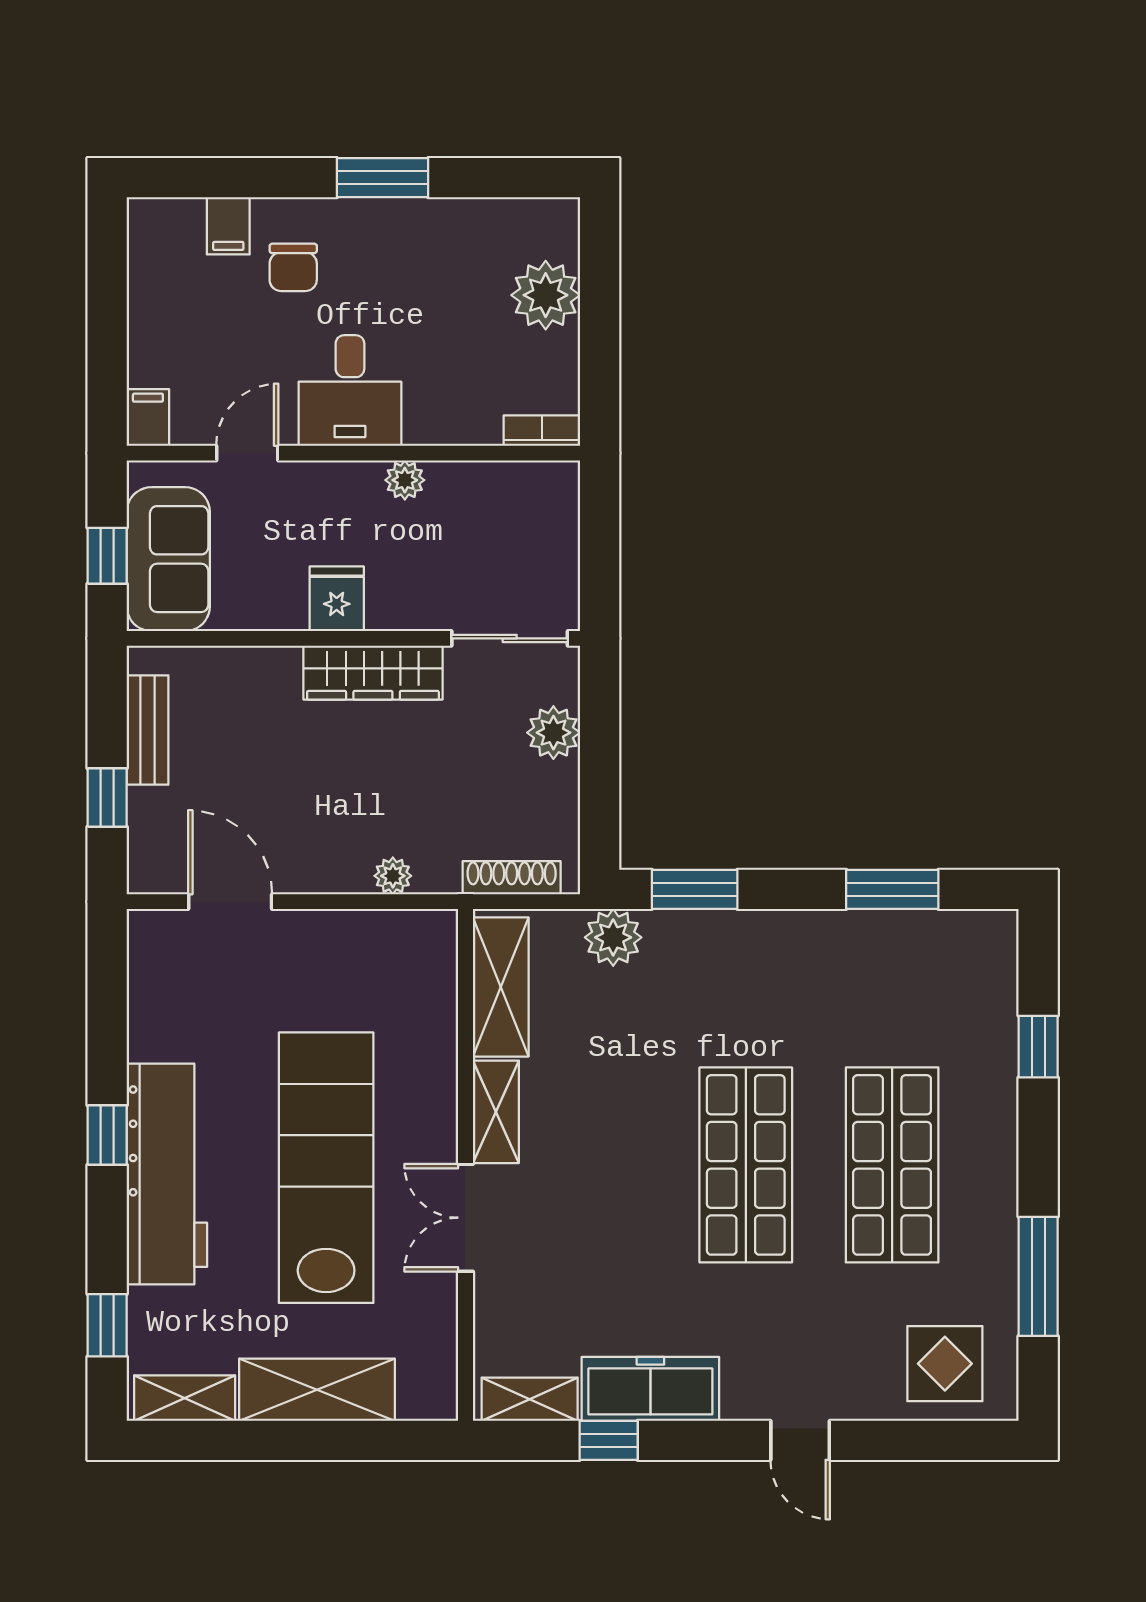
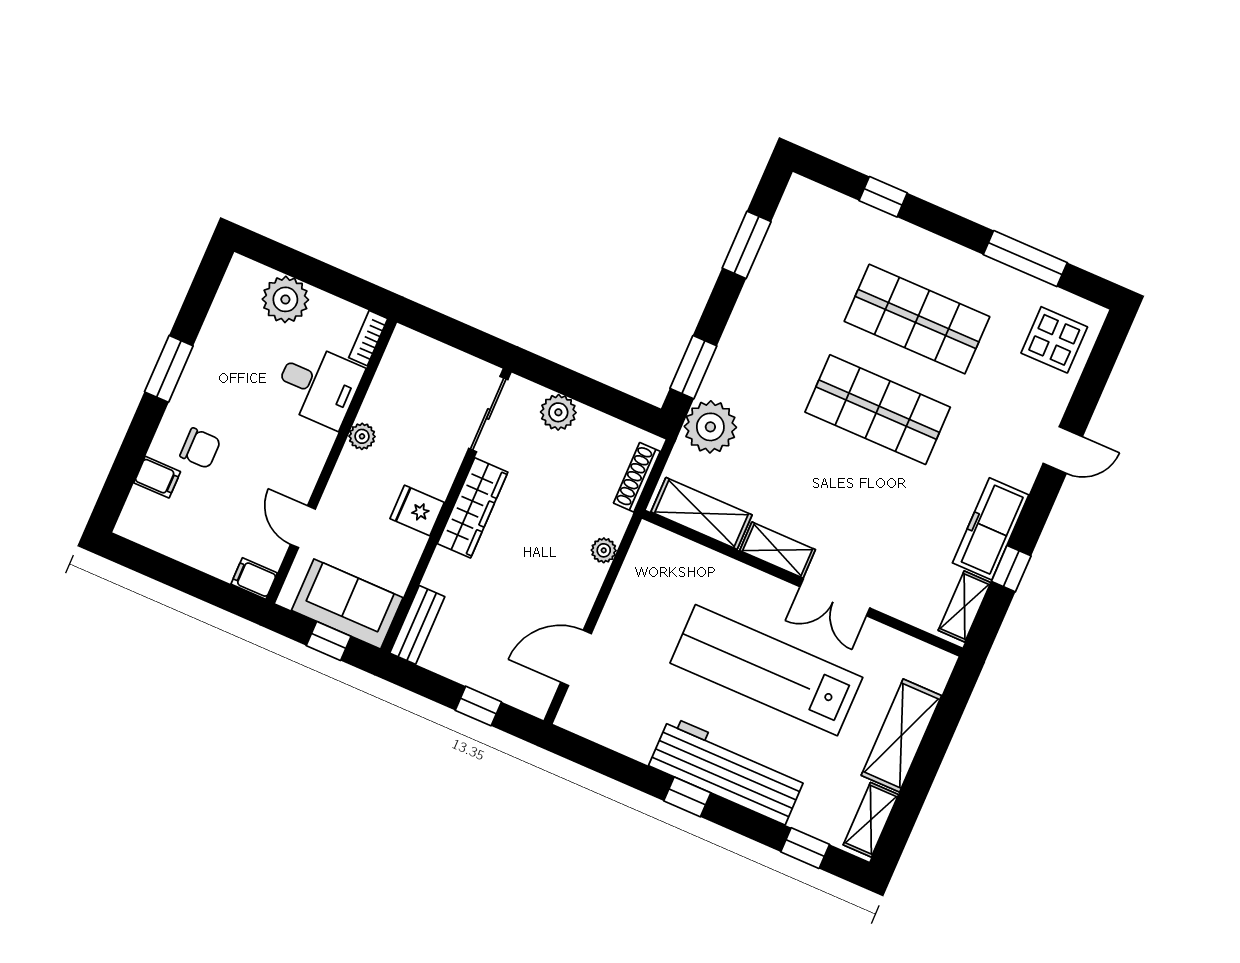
desk: (350, 391) -> (318, 385), moved
bench: (148, 730) -> (417, 625), moved, turned 90
plant: (613, 937) -> (710, 427), width x1.36, depth x1.36

